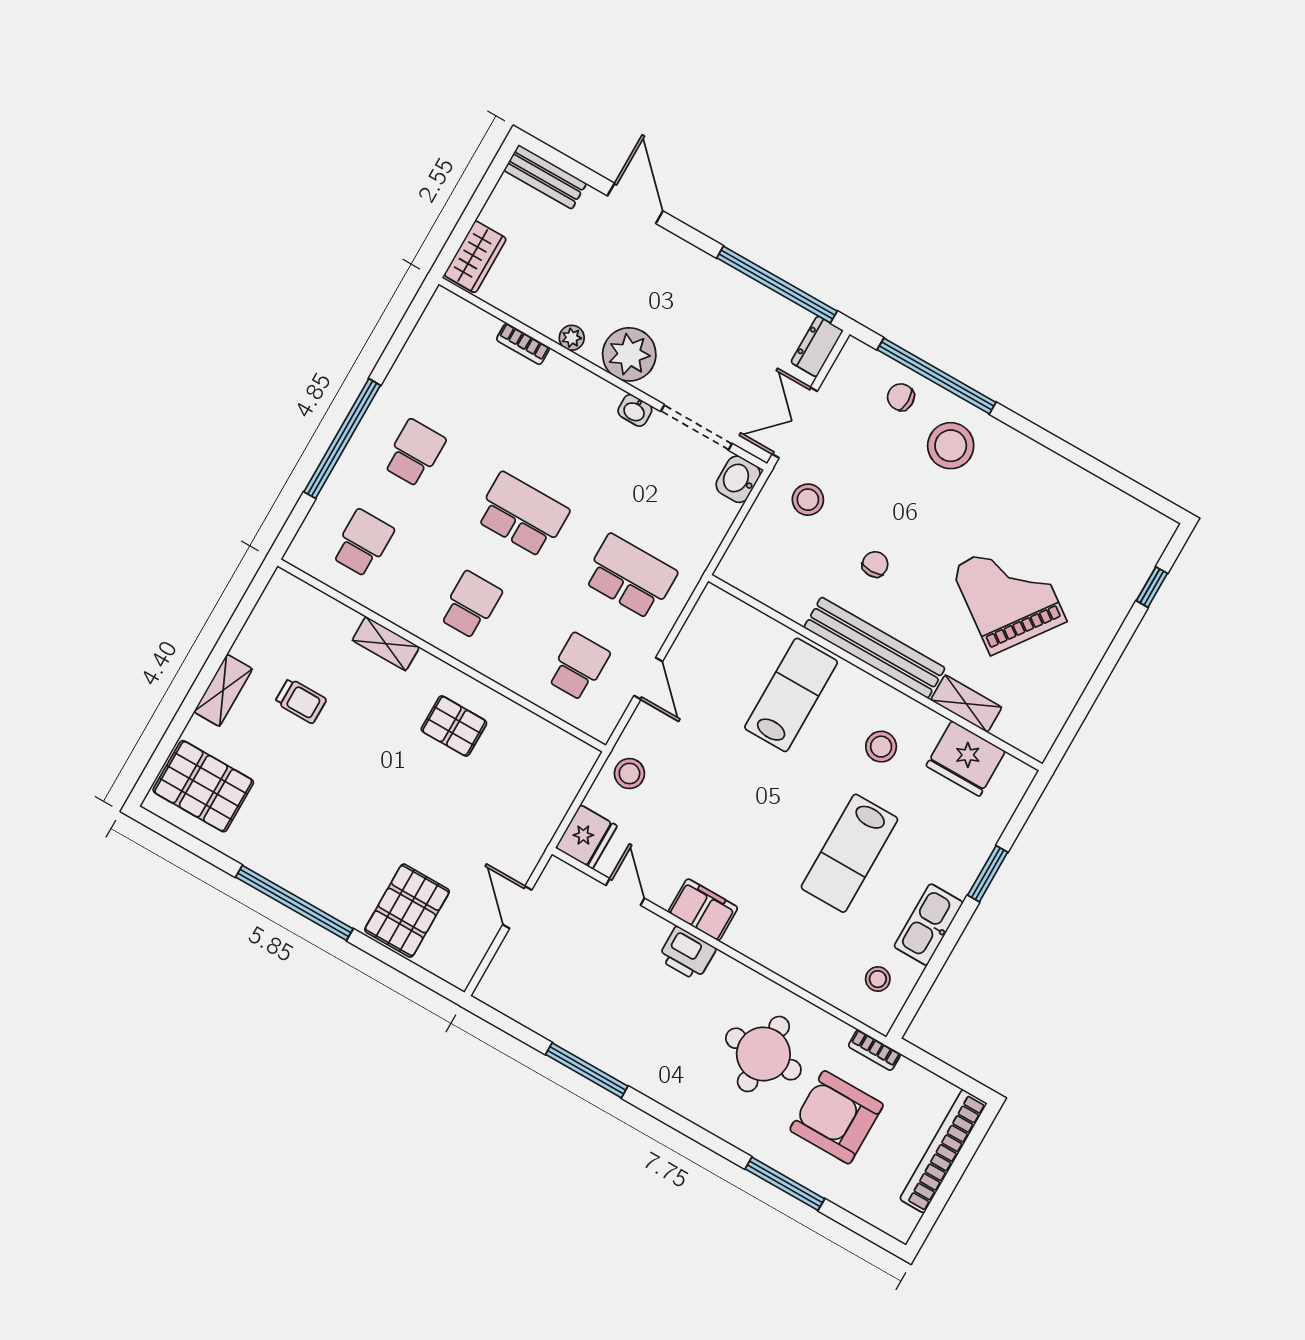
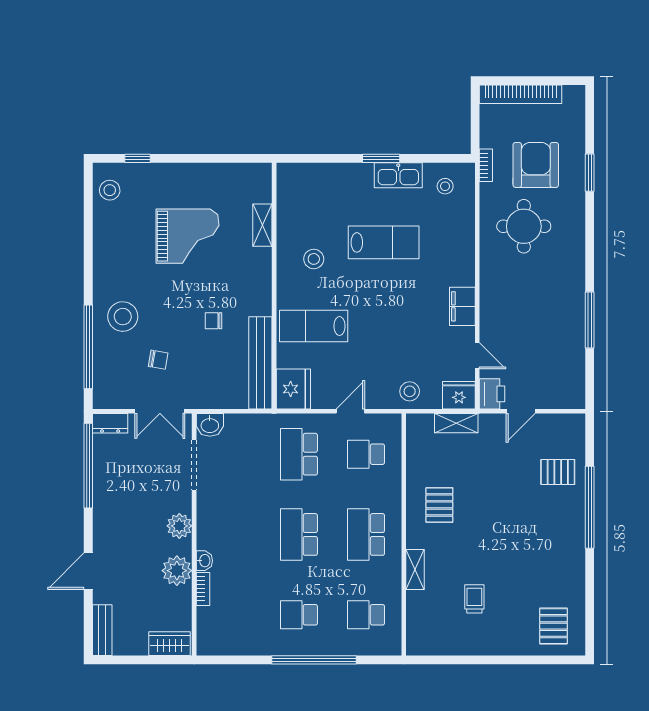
plant: (572, 338) -> (177, 571), width x1.87, depth x1.87
plant: (629, 354) -> (179, 526), width x0.73, depth x0.73
chair: (901, 397) -> (158, 360), moved, turned -80
washbasin: (635, 410) -> (204, 561), moved
stool: (808, 500) -> (110, 190), moved
grand piano: (1009, 594) -> (187, 236), turned -126
school desk: (471, 605) -> (366, 534), width x1.85
bench: (875, 648) -> (260, 363), moved
shelving: (223, 690) -> (456, 423), moved
fridge: (966, 759) -> (293, 389), moved
pallet: (203, 786) -> (554, 626), width x0.67, depth x0.71
window: (988, 874) -> (381, 158), moved
door: (625, 892) -> (477, 356), swing flipped
window: (294, 903) -> (590, 507), moved
pallet: (407, 911) -> (558, 472), width x0.67, depth x0.71
printer: (687, 954) -> (492, 394), moved
armchair: (837, 1117) -> (536, 165), turned 180
window: (785, 1184) -> (590, 173), width x0.69

